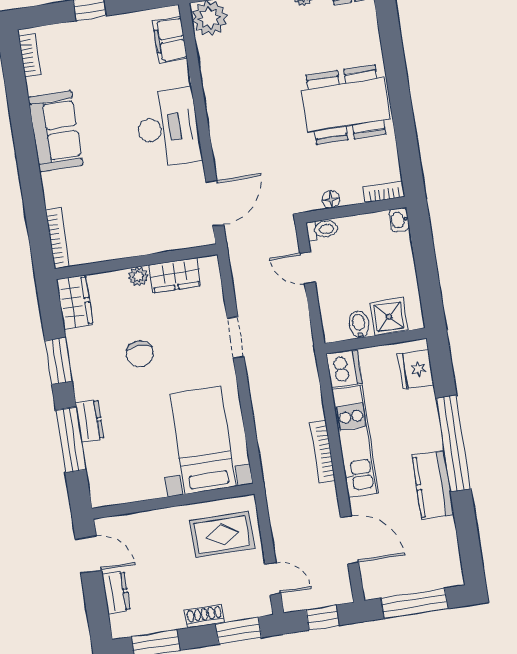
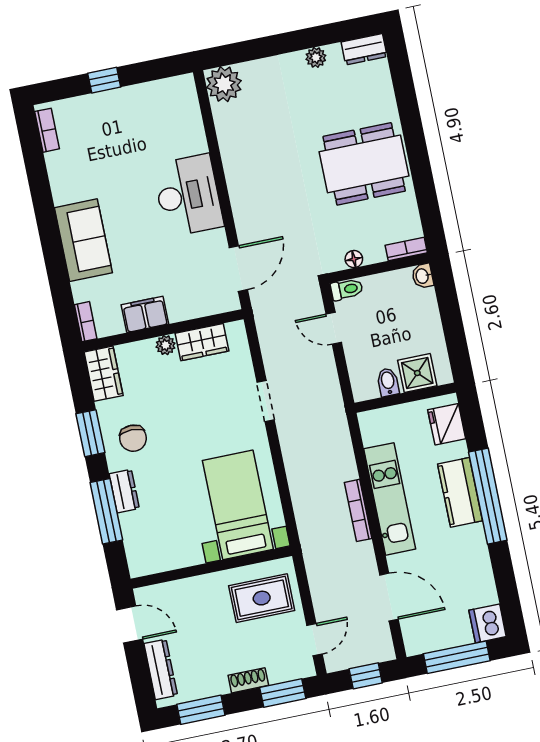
filing cabinet: (170, 40) -> (145, 314), moved, turned 90
sofa: (55, 131) -> (83, 240), moved
bookcase: (58, 238) -> (86, 322), width x0.64
chair: (140, 354) -> (133, 438), moved
dishwasher: (344, 369) -> (488, 623), moved, turned 180
kitchen counter: (433, 485) -> (460, 492), moved
door: (273, 579) -> (315, 640), hinge flipped
dresser: (116, 592) -> (161, 669), width x1.44

